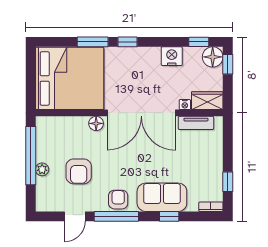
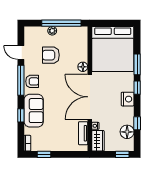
window: (199, 42) -> (137, 123), moved
nightstand: (172, 56) -> (128, 99), moved
floor lamp: (213, 57) -> (127, 132), moved

